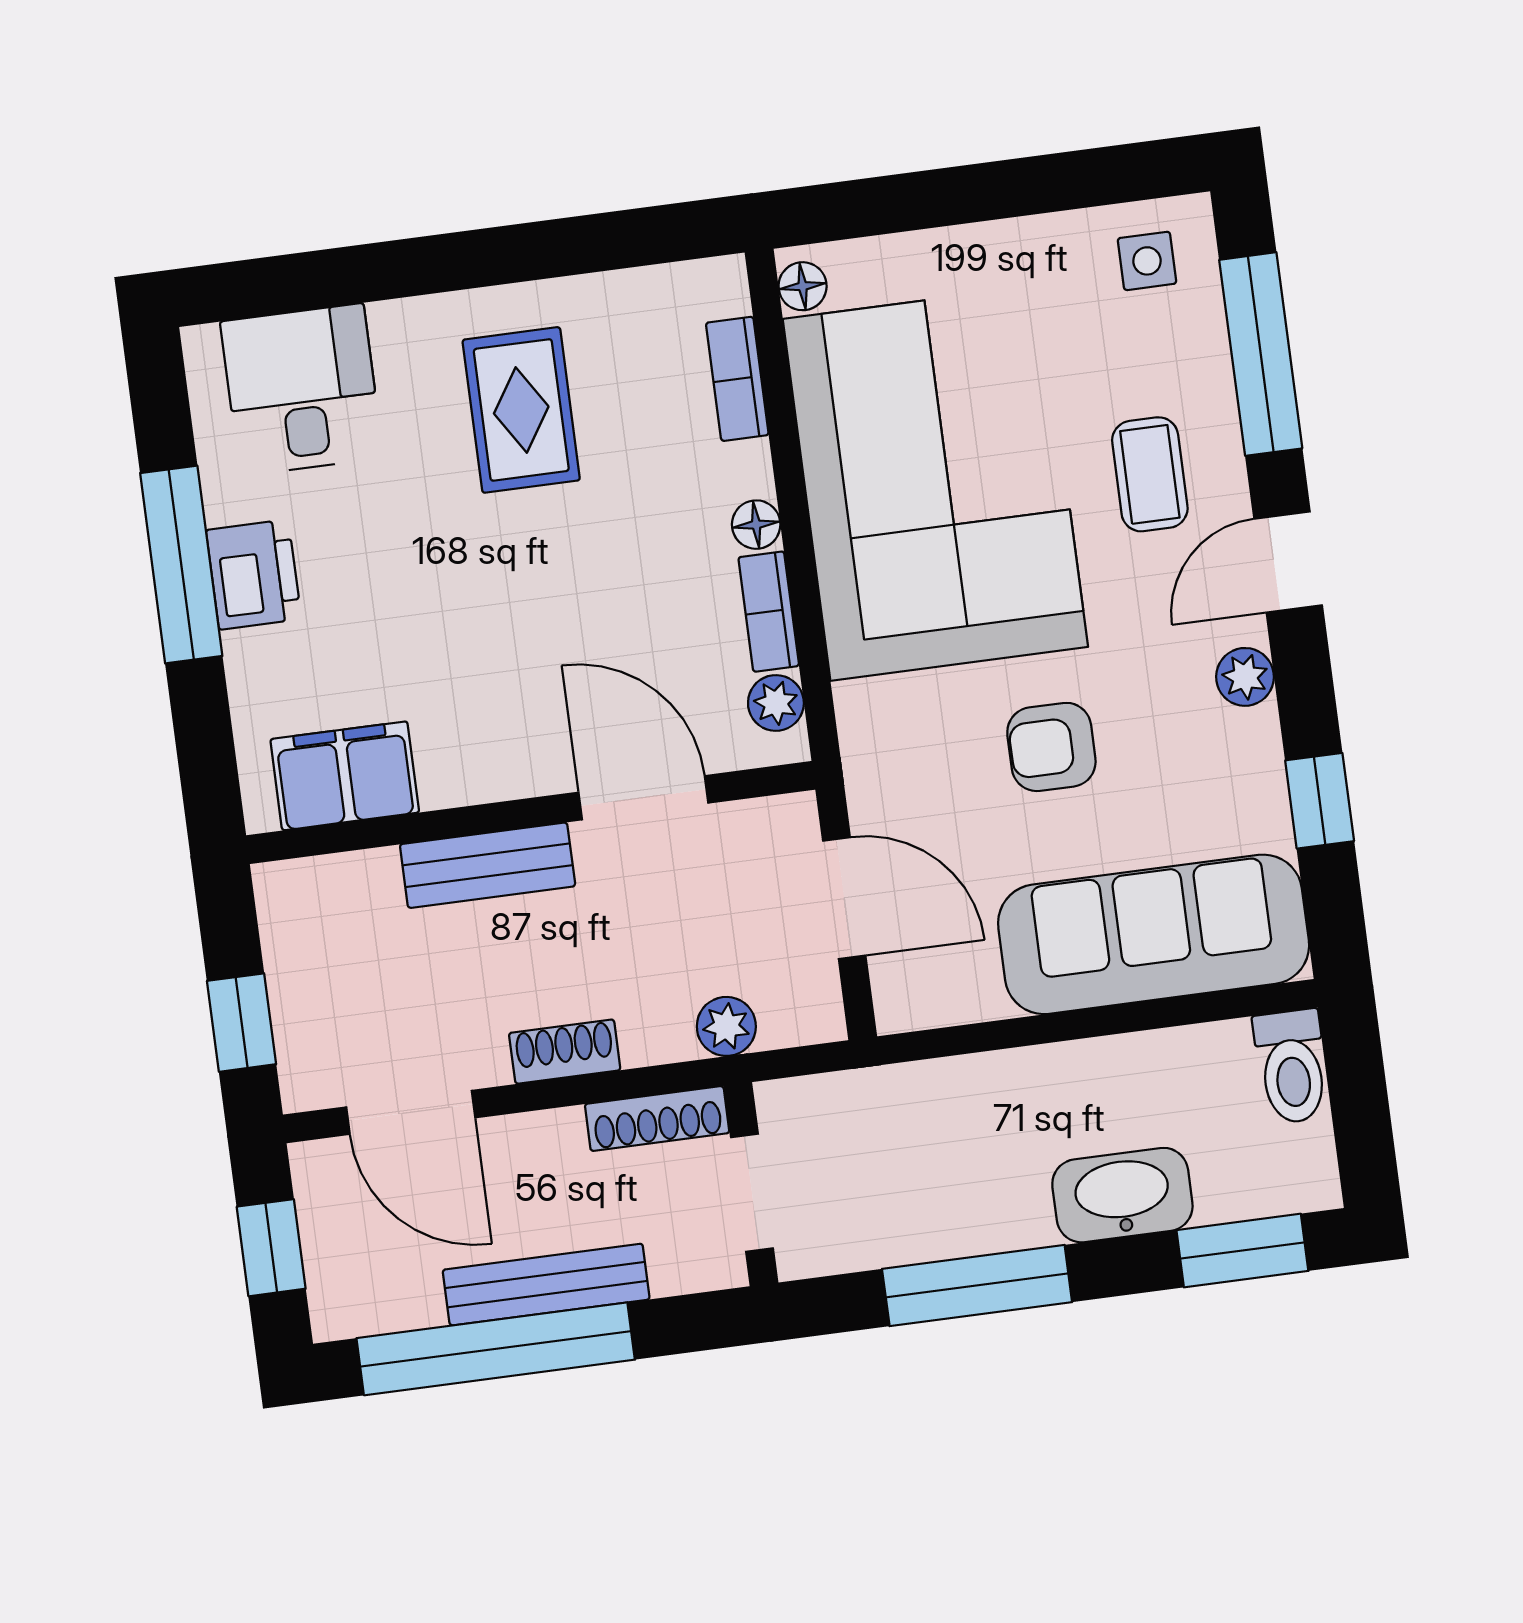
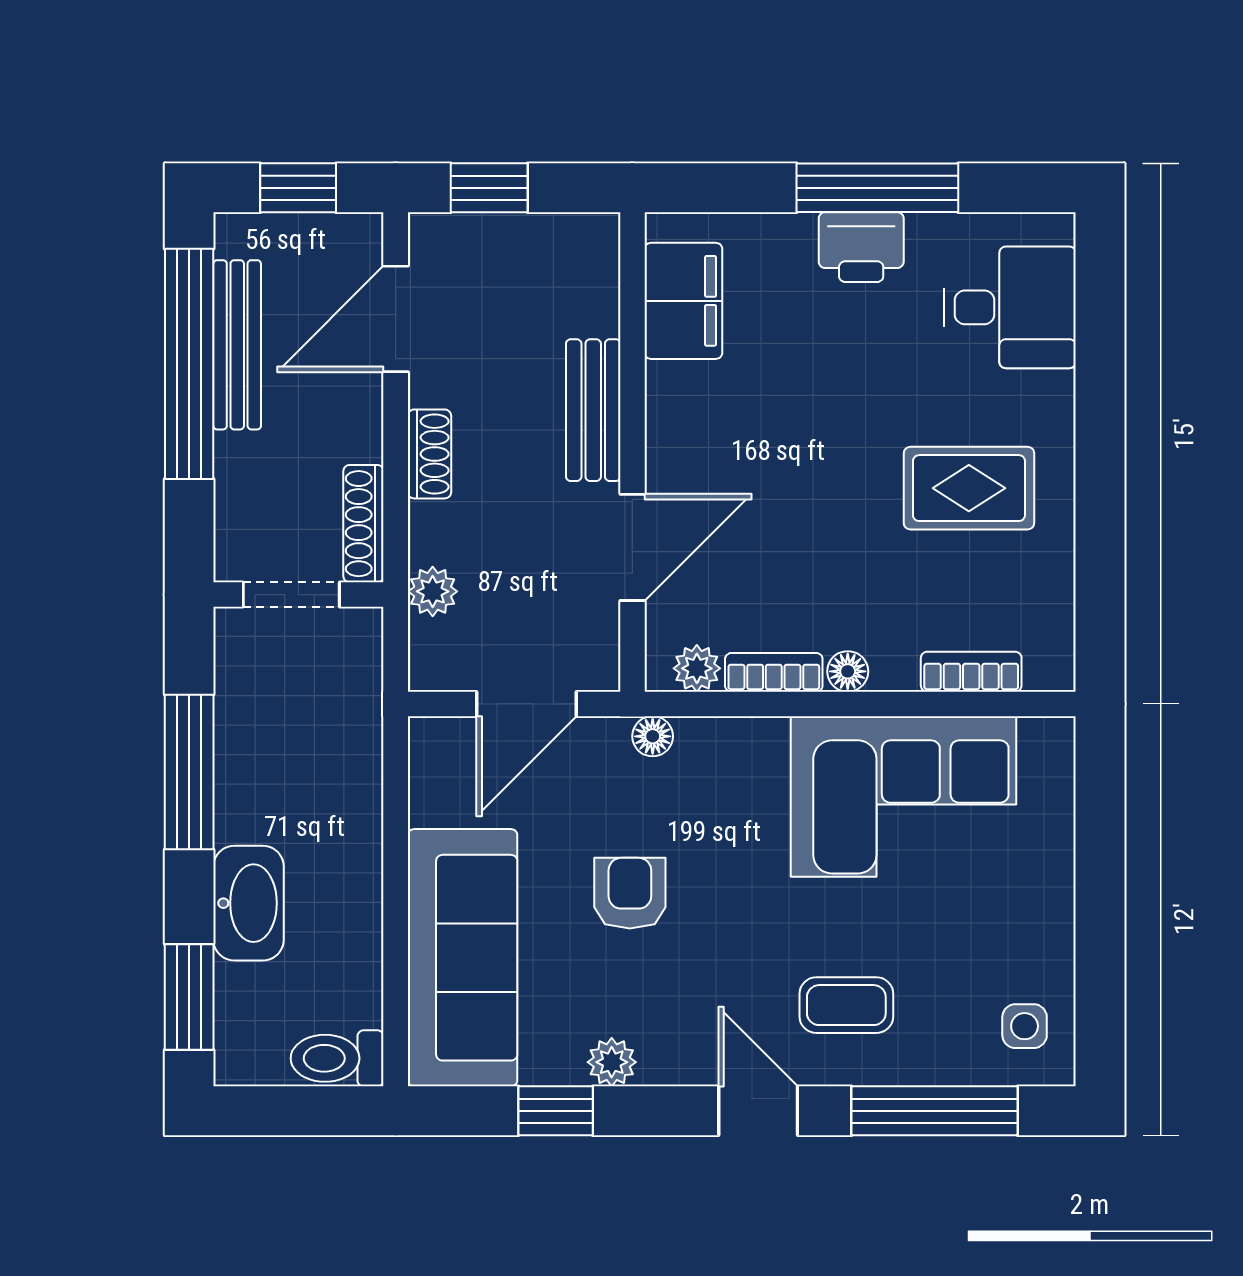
floor lamp: (803, 286) -> (653, 736), moved
corner sofa: (935, 483) -> (903, 796), width x0.73, depth x0.74
plant: (1245, 677) -> (612, 1062), moved
bench: (546, 1285) -> (237, 345), moved

